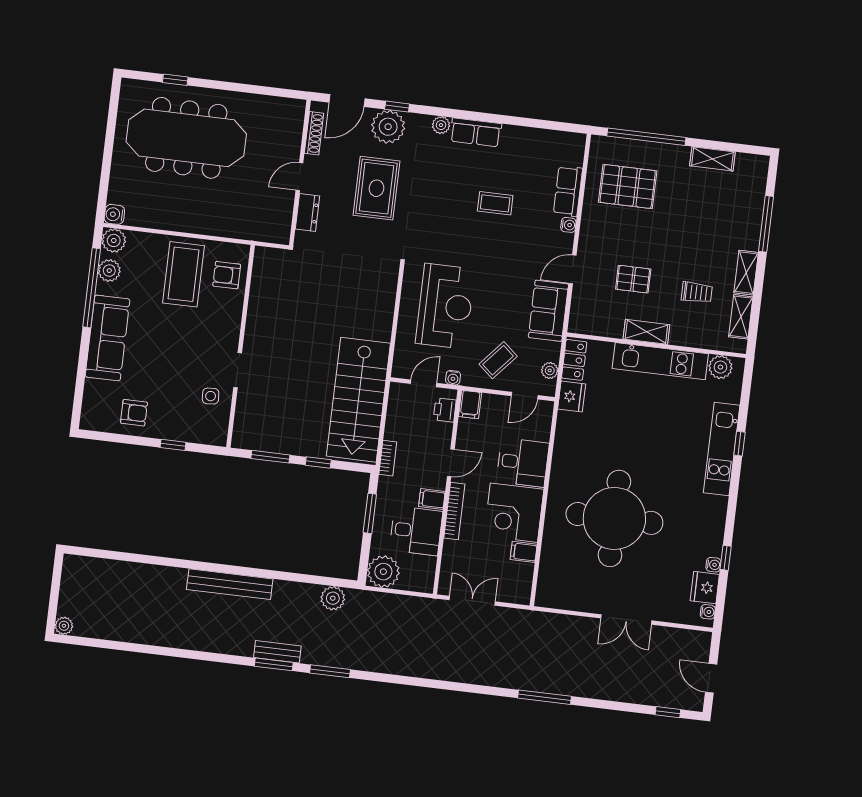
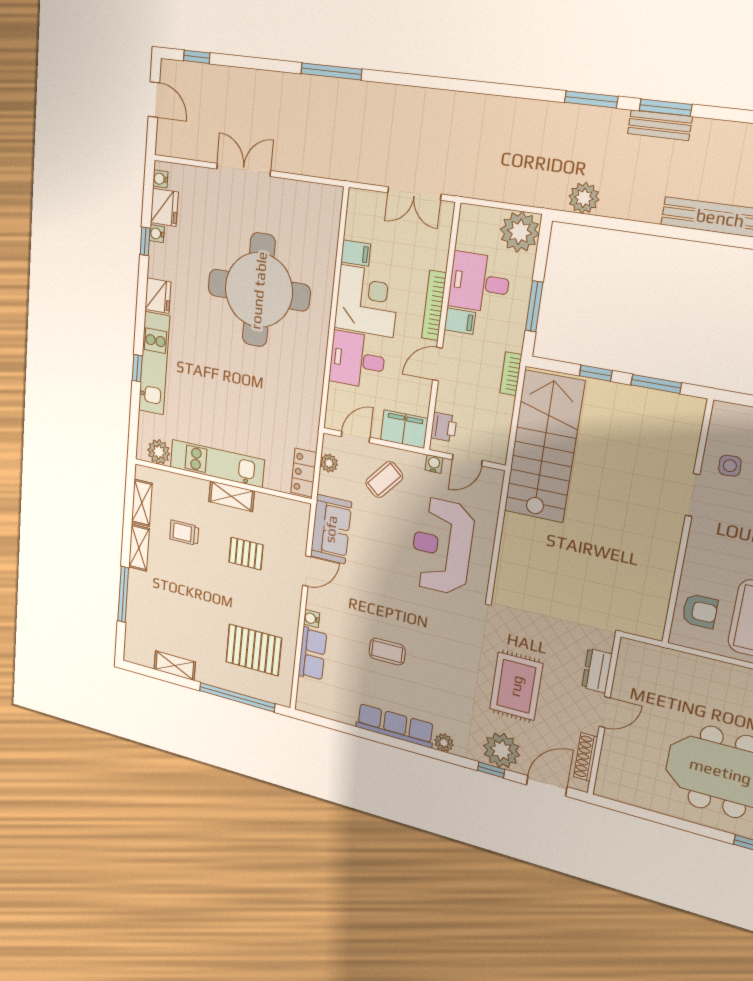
row of seats: (476, 132) -> (395, 726), width x1.48
fridge: (572, 396) -> (158, 296), moved, turned 180
filing cabinet: (470, 404) -> (404, 429), width x2.00

